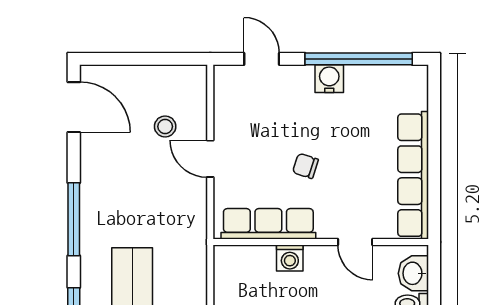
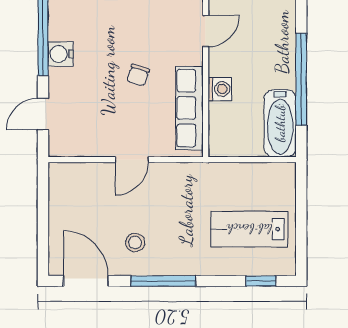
door: (74, 107) -> (86, 281), hinge flipped
stool: (165, 126) -> (135, 243), moved
window: (74, 219) -> (163, 281), moved

